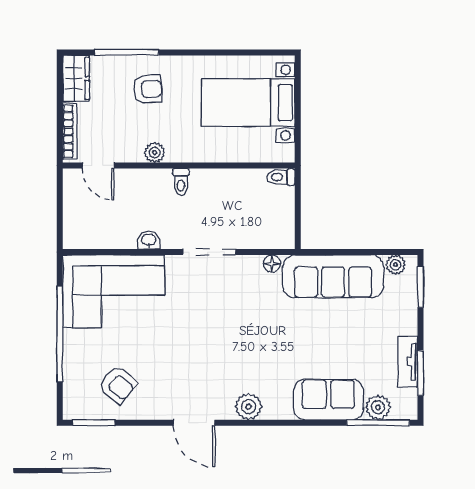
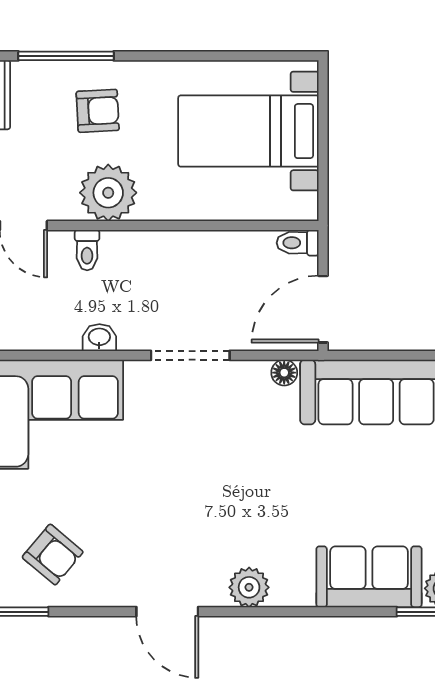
plant: (155, 152) -> (108, 193), width x1.87, depth x1.87
toilet: (181, 182) -> (87, 250), moved
door: (298, 221) -> (323, 309), added

